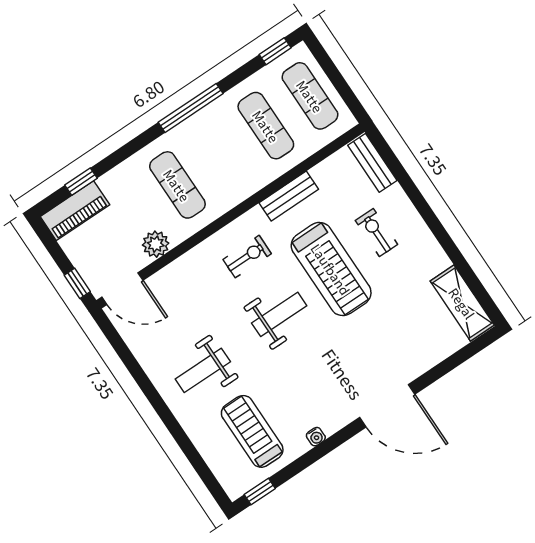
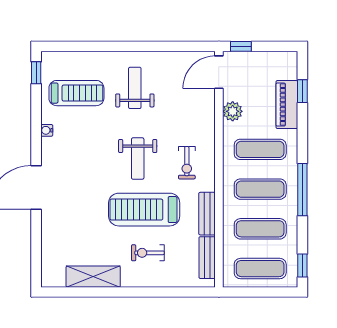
exercise mat: (222, 155) -> (260, 189), added
bench: (372, 163) -> (207, 258), moved, turned 90
piano: (75, 211) -> (287, 105), moved
exercise bike: (376, 233) -> (148, 253), turned 180
shelving: (462, 303) -> (93, 277), moved

